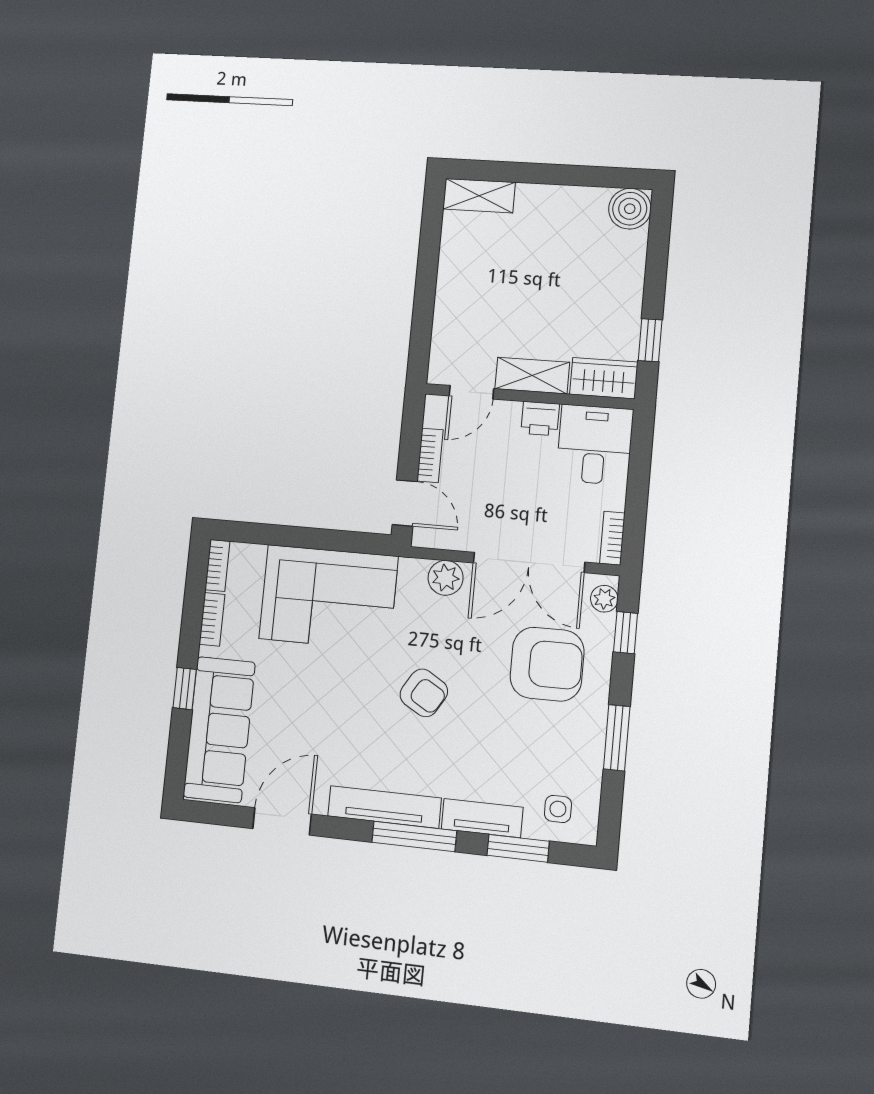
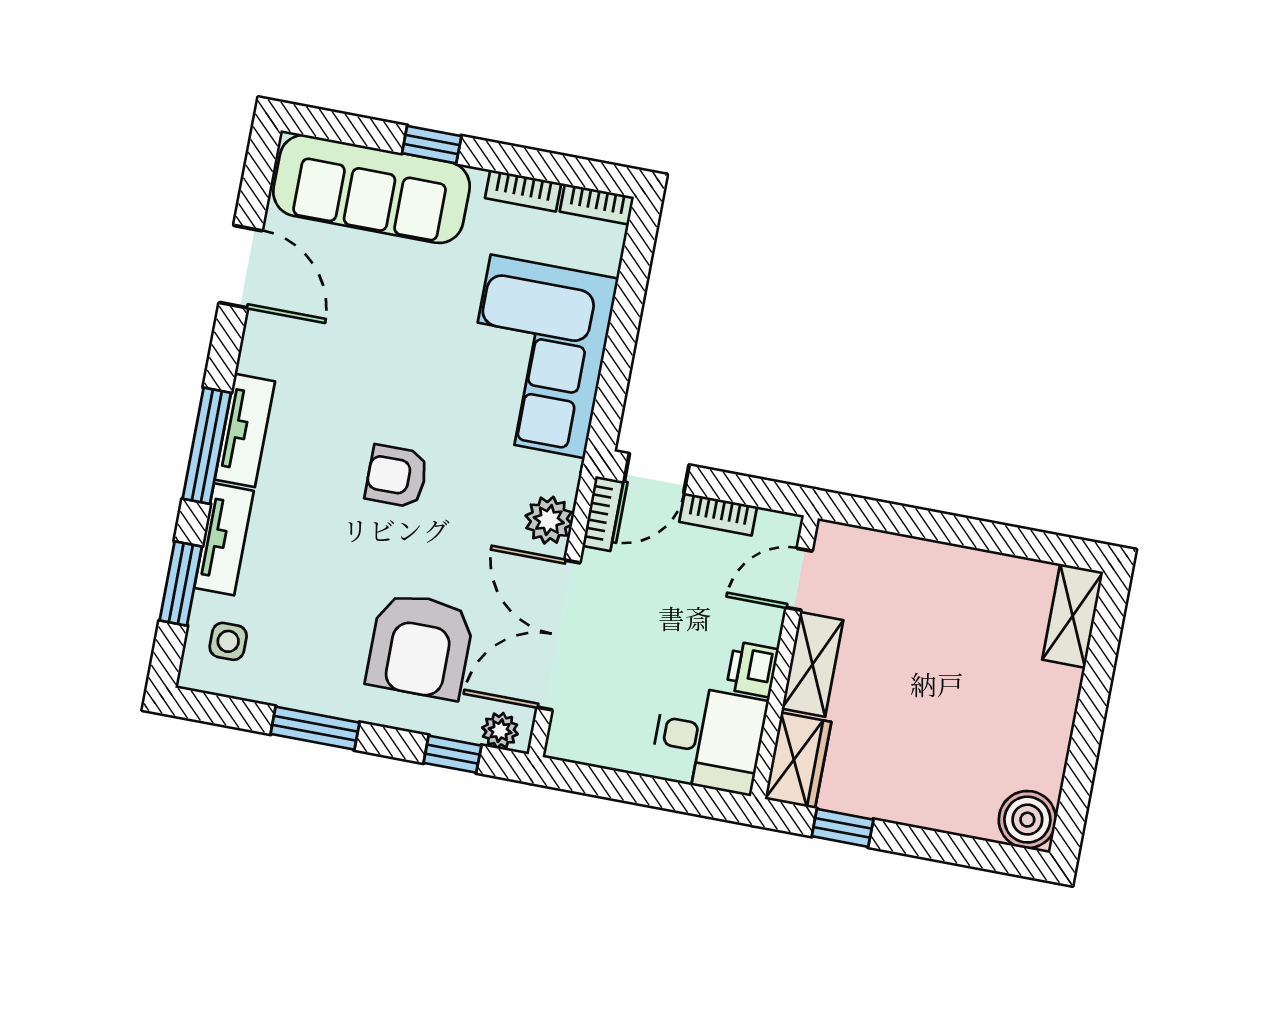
door: (471, 392) -> (799, 579), hinge flipped
bookcase: (612, 538) -> (603, 514), moved, turned 90
armchair: (424, 693) -> (397, 476), turned 59
tv unit: (384, 807) -> (245, 430), width x0.71

